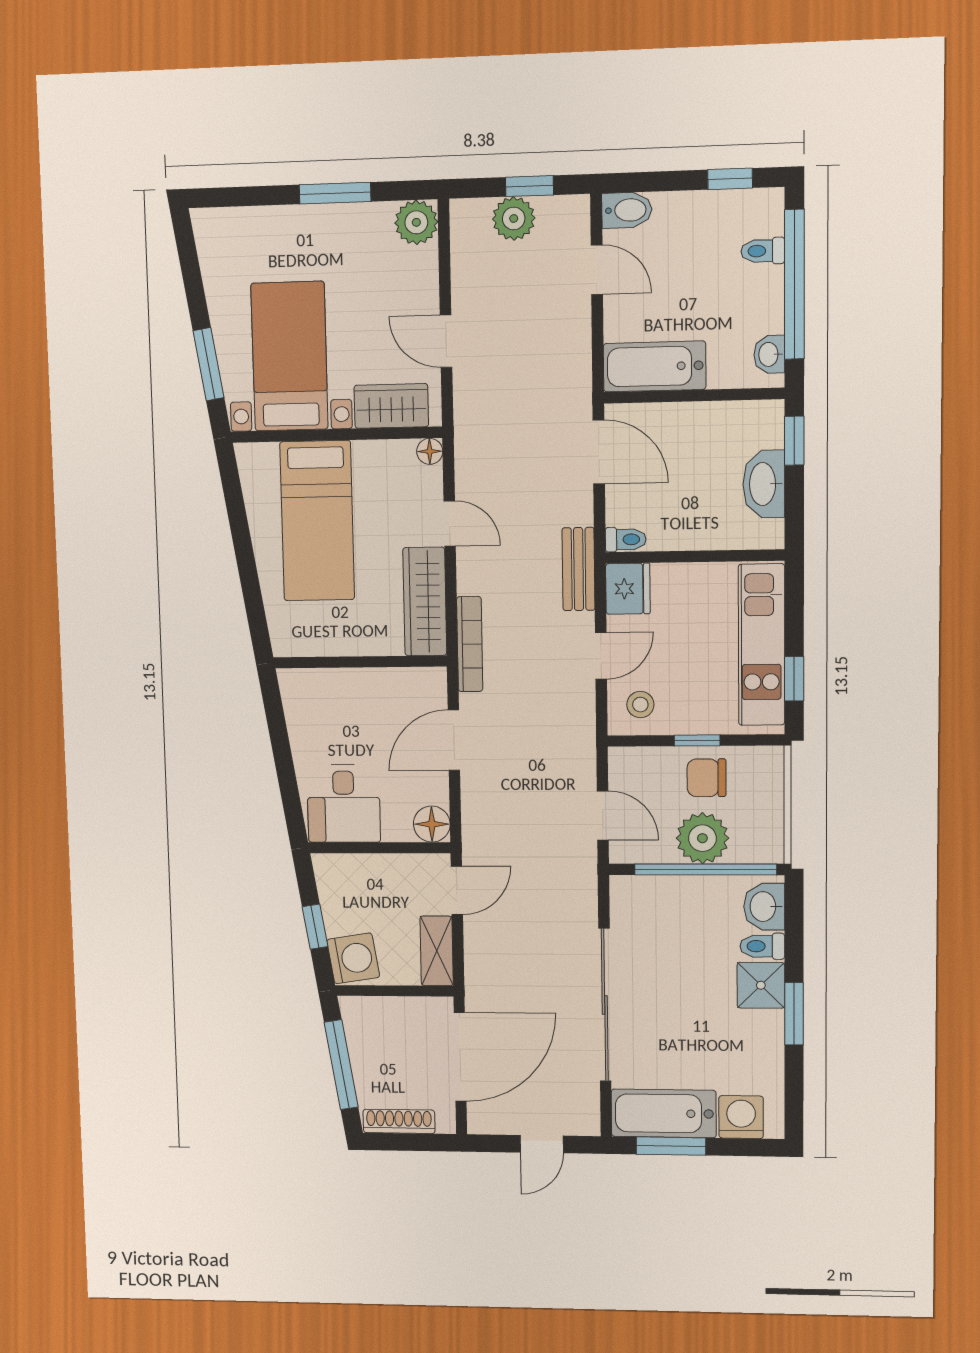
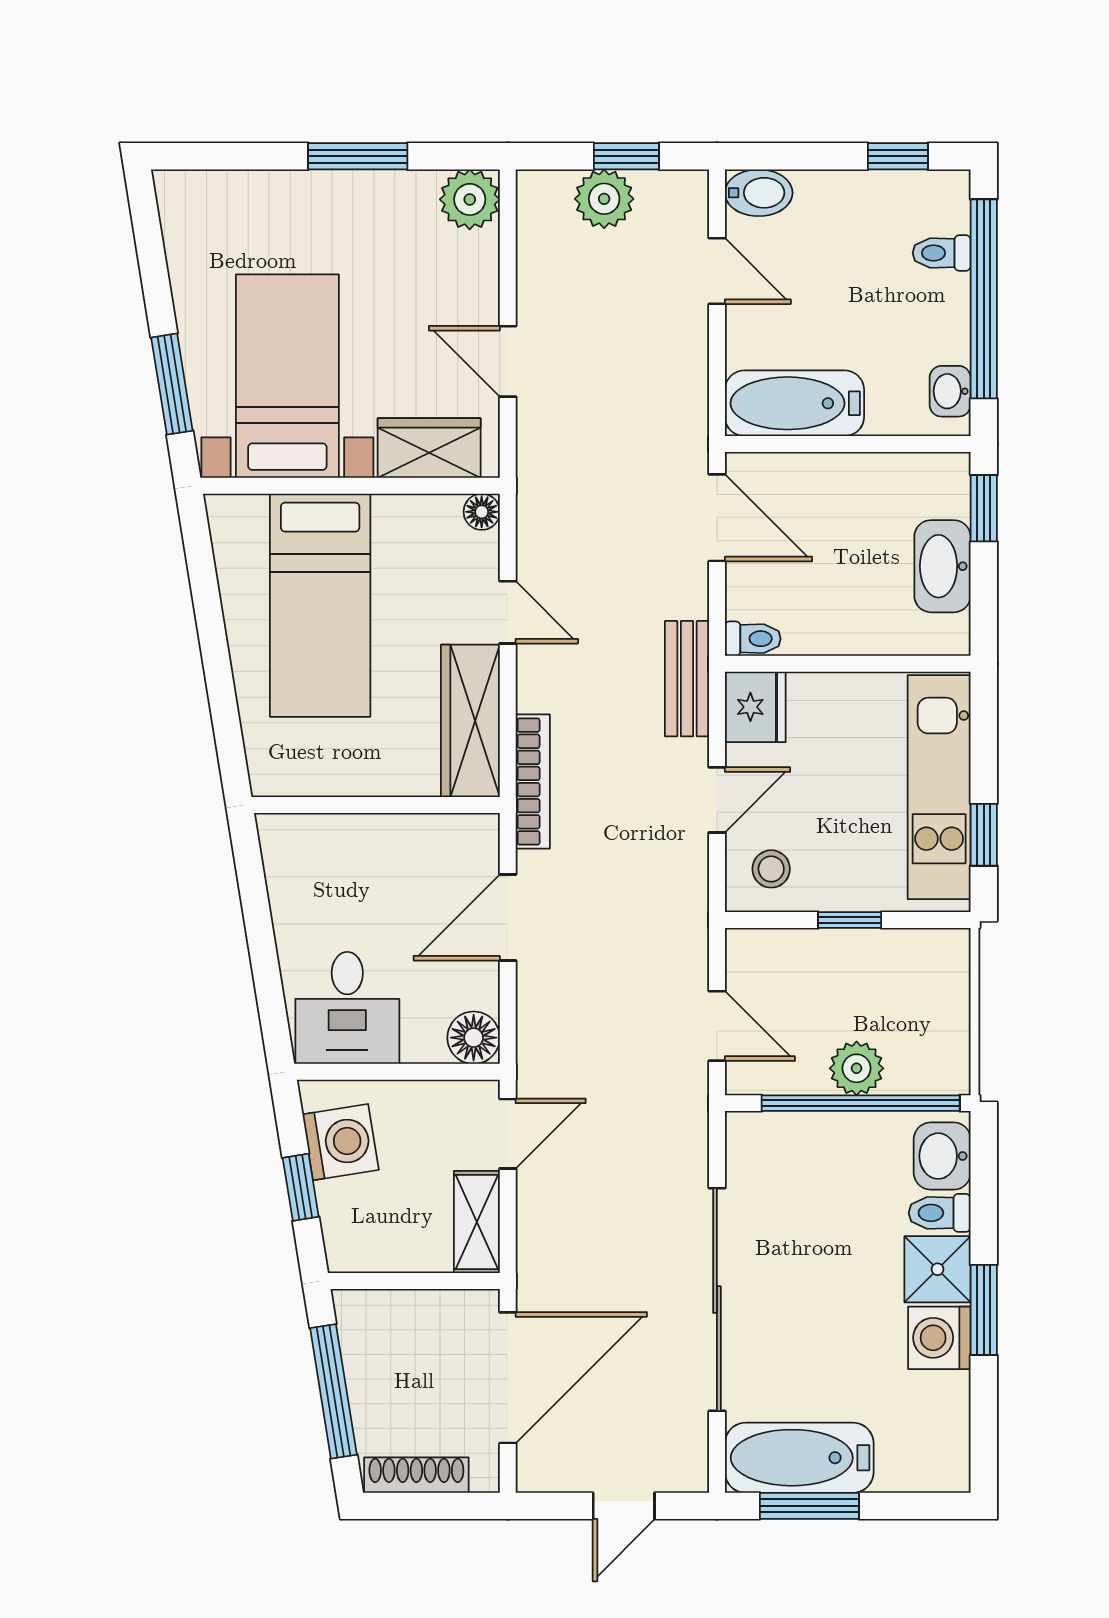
chair: (707, 778) -> (863, 973), removed
plant: (702, 838) -> (857, 1068), width x0.73, depth x0.73
washing machine: (353, 958) -> (341, 1142), moved
washing machine: (741, 1117) -> (939, 1338), moved, turned -90

